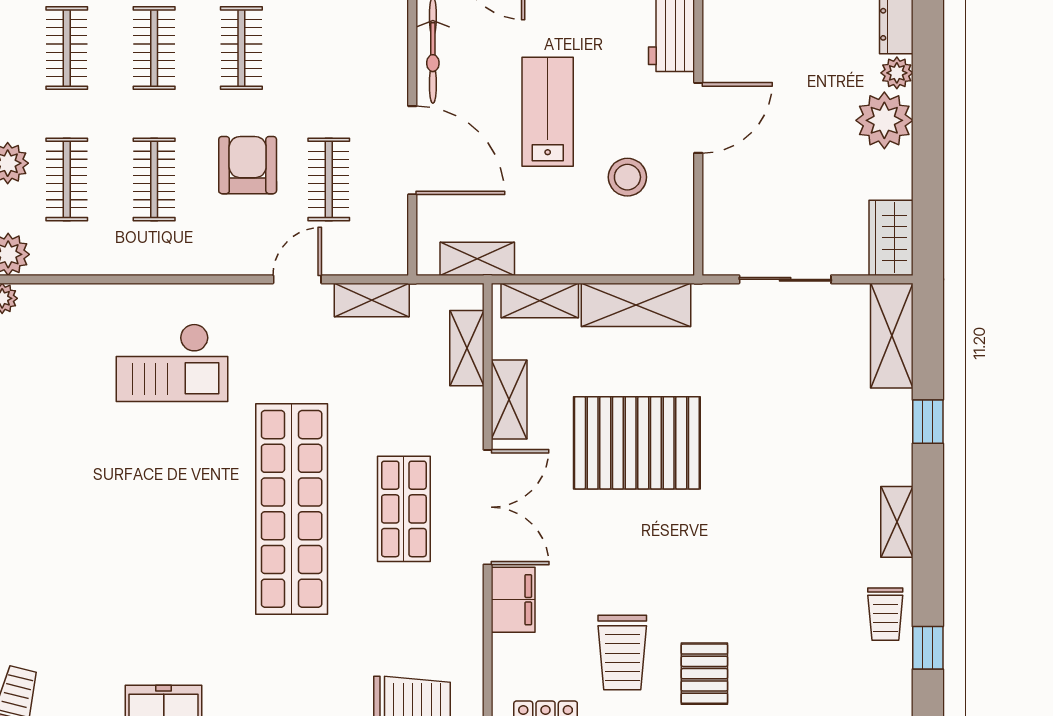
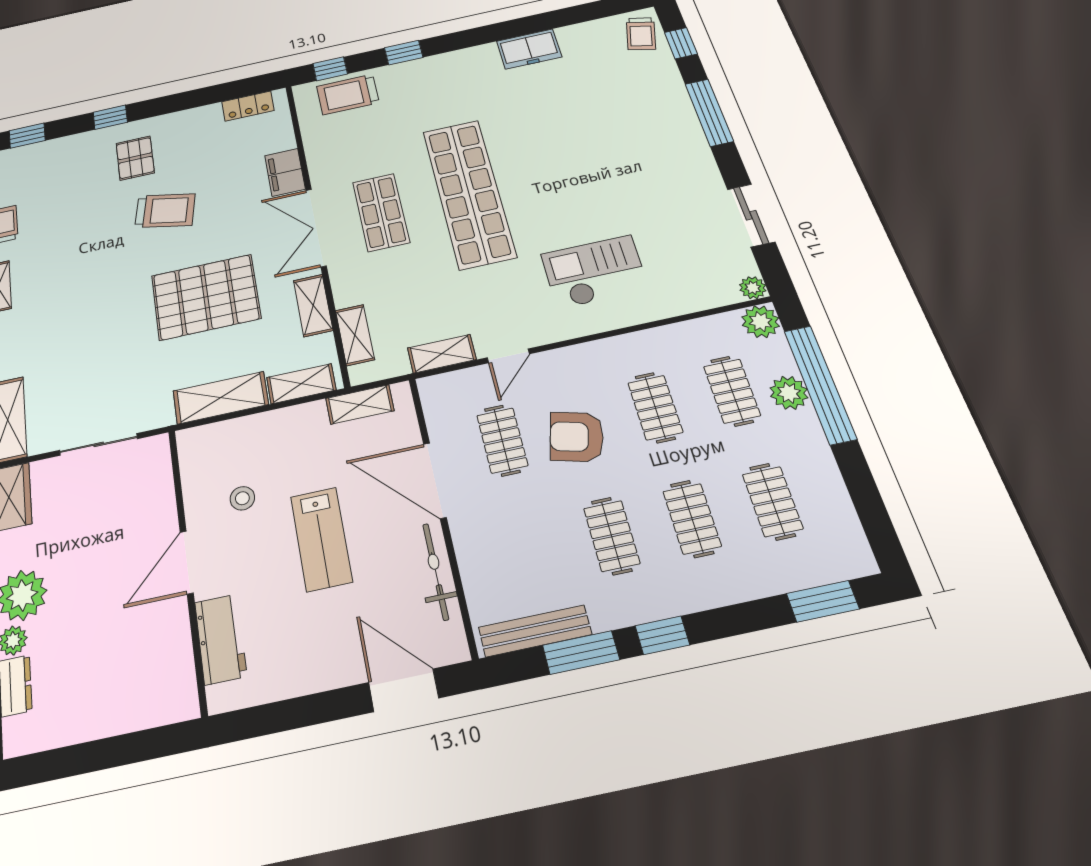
armchair: (248, 165) -> (577, 437), turned 105
stool: (627, 177) -> (242, 498), width x0.73, depth x0.73
trolley: (622, 653) -> (165, 211), moved, turned 102

